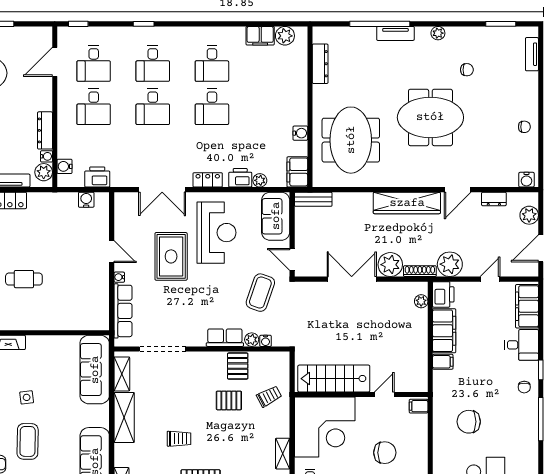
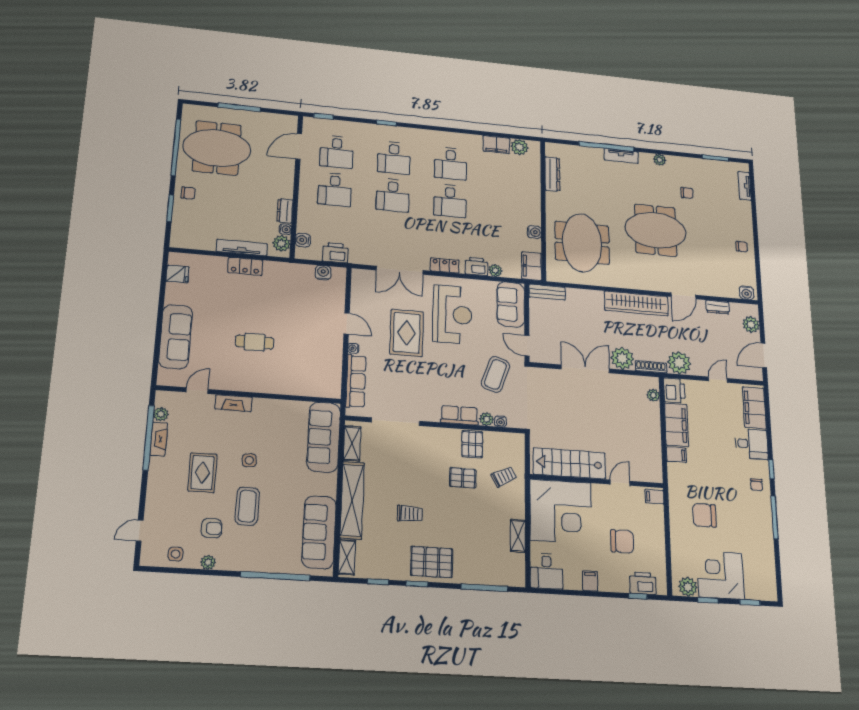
dresser: (45, 130) -> (285, 211), width x0.70
shelving: (124, 418) -> (352, 500), width x1.47

